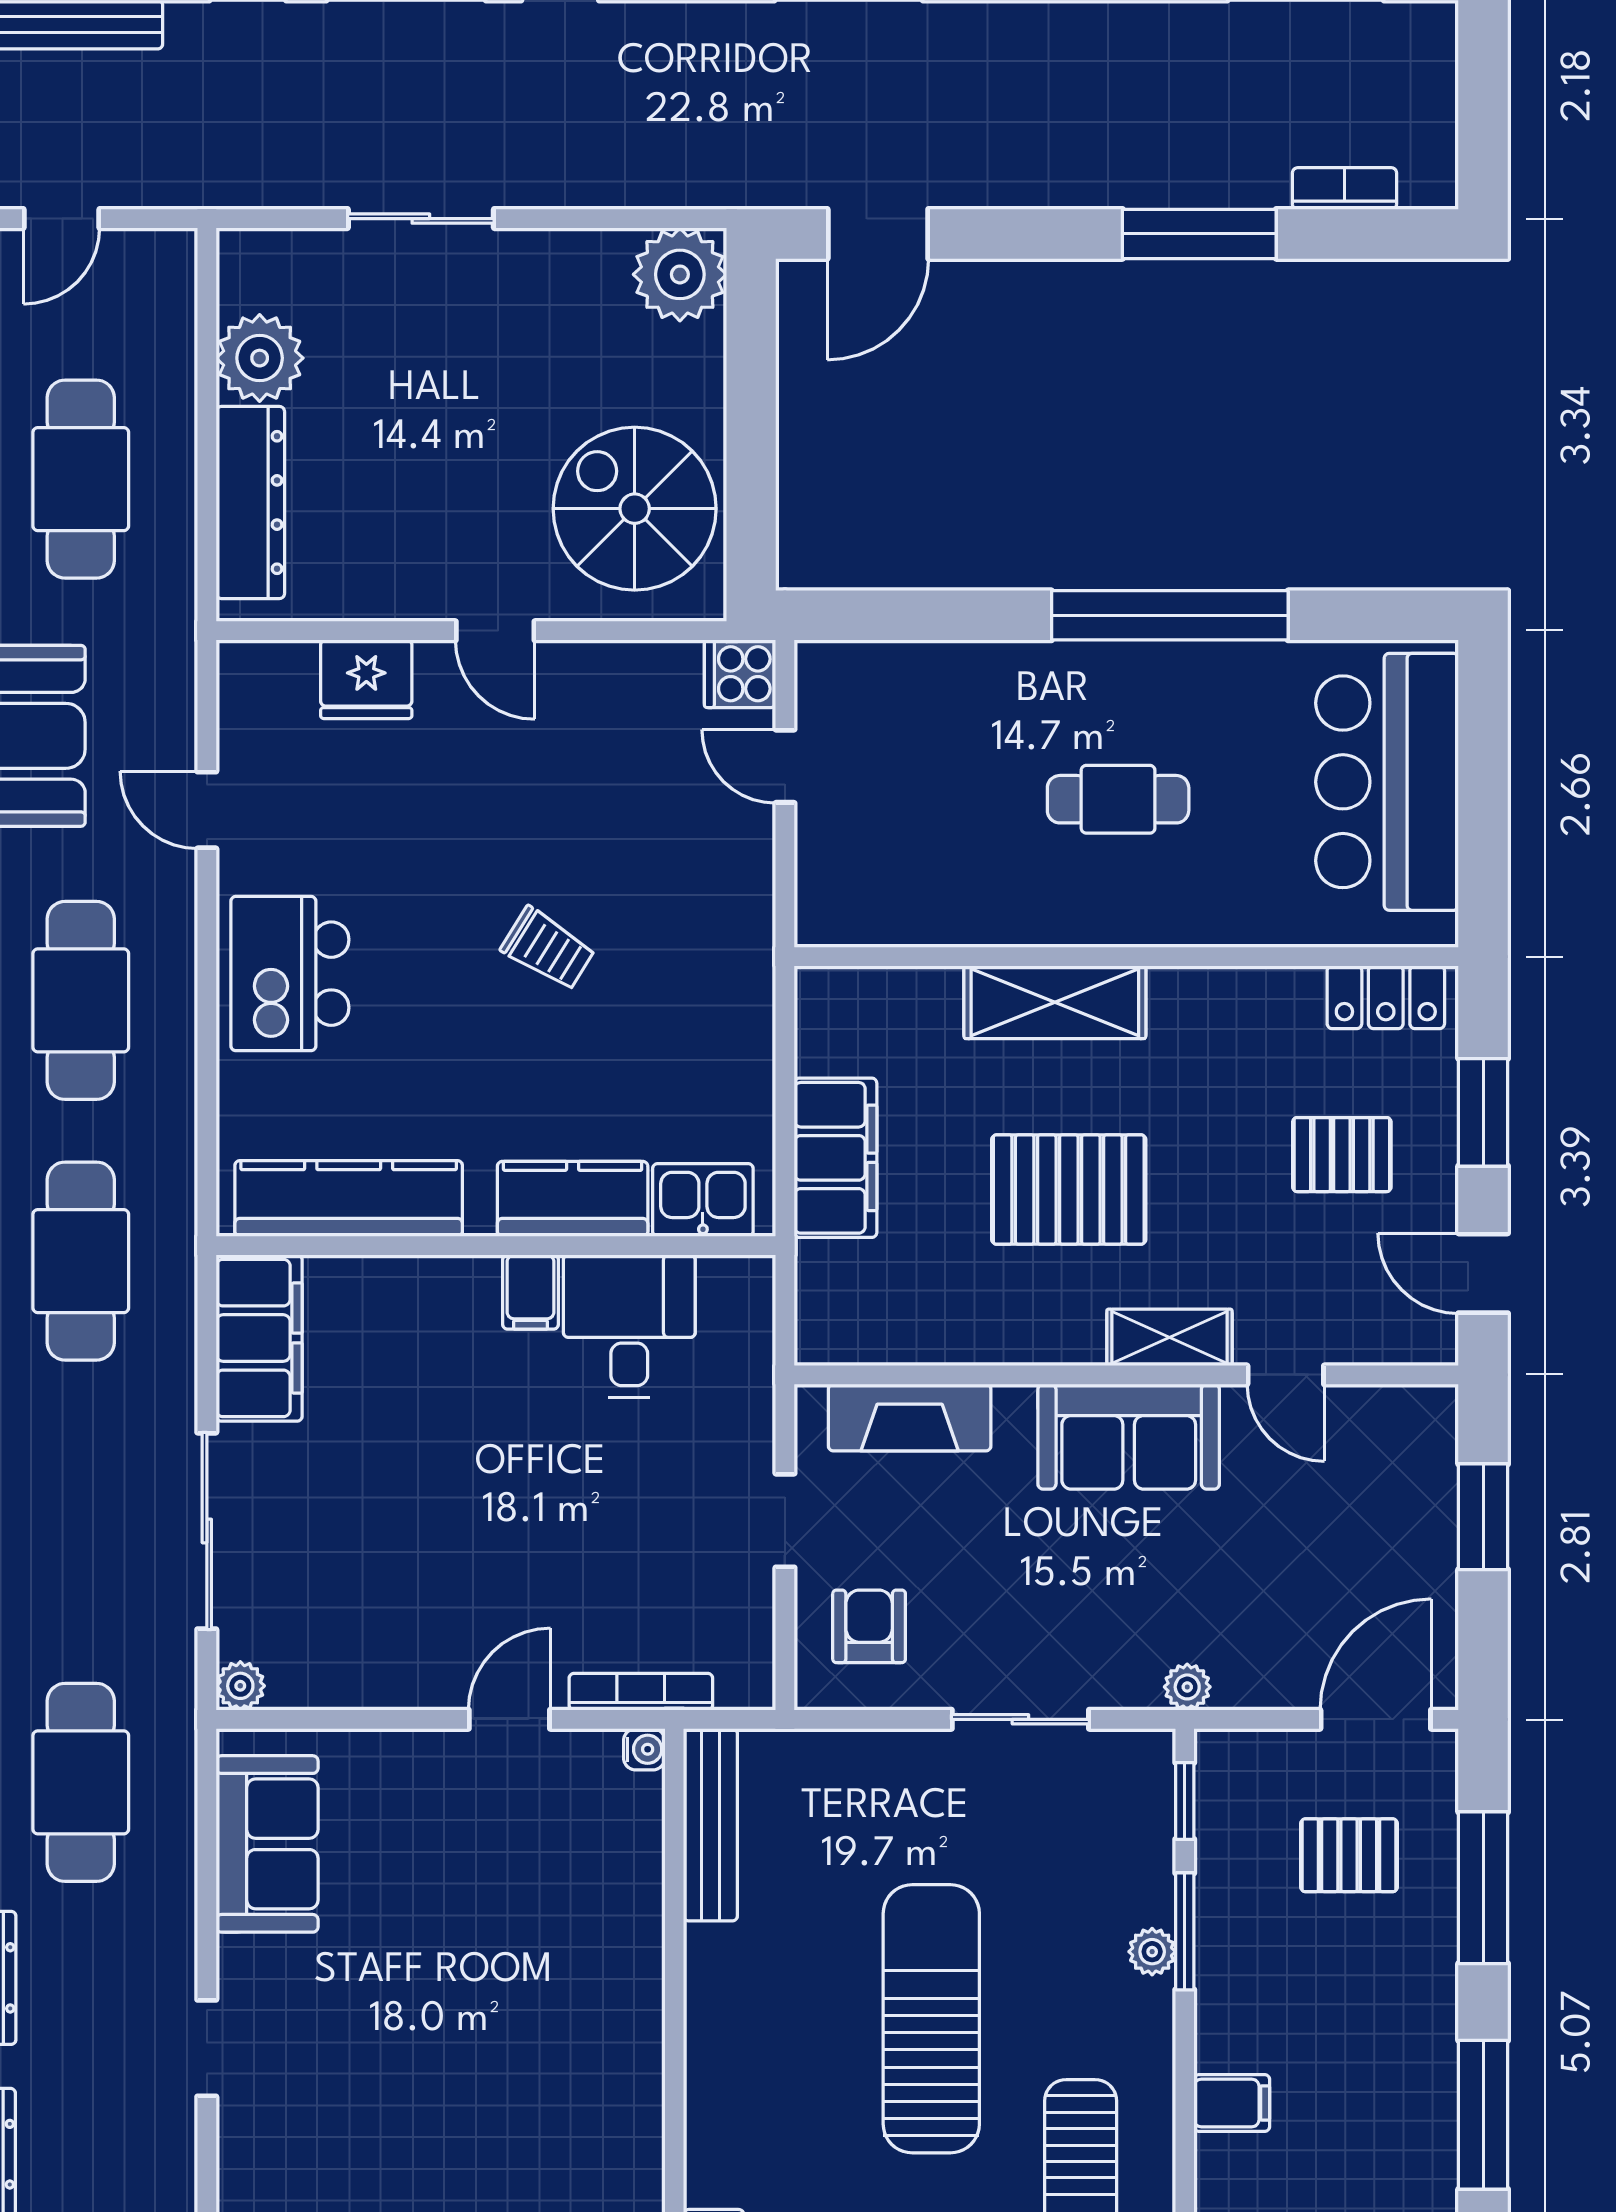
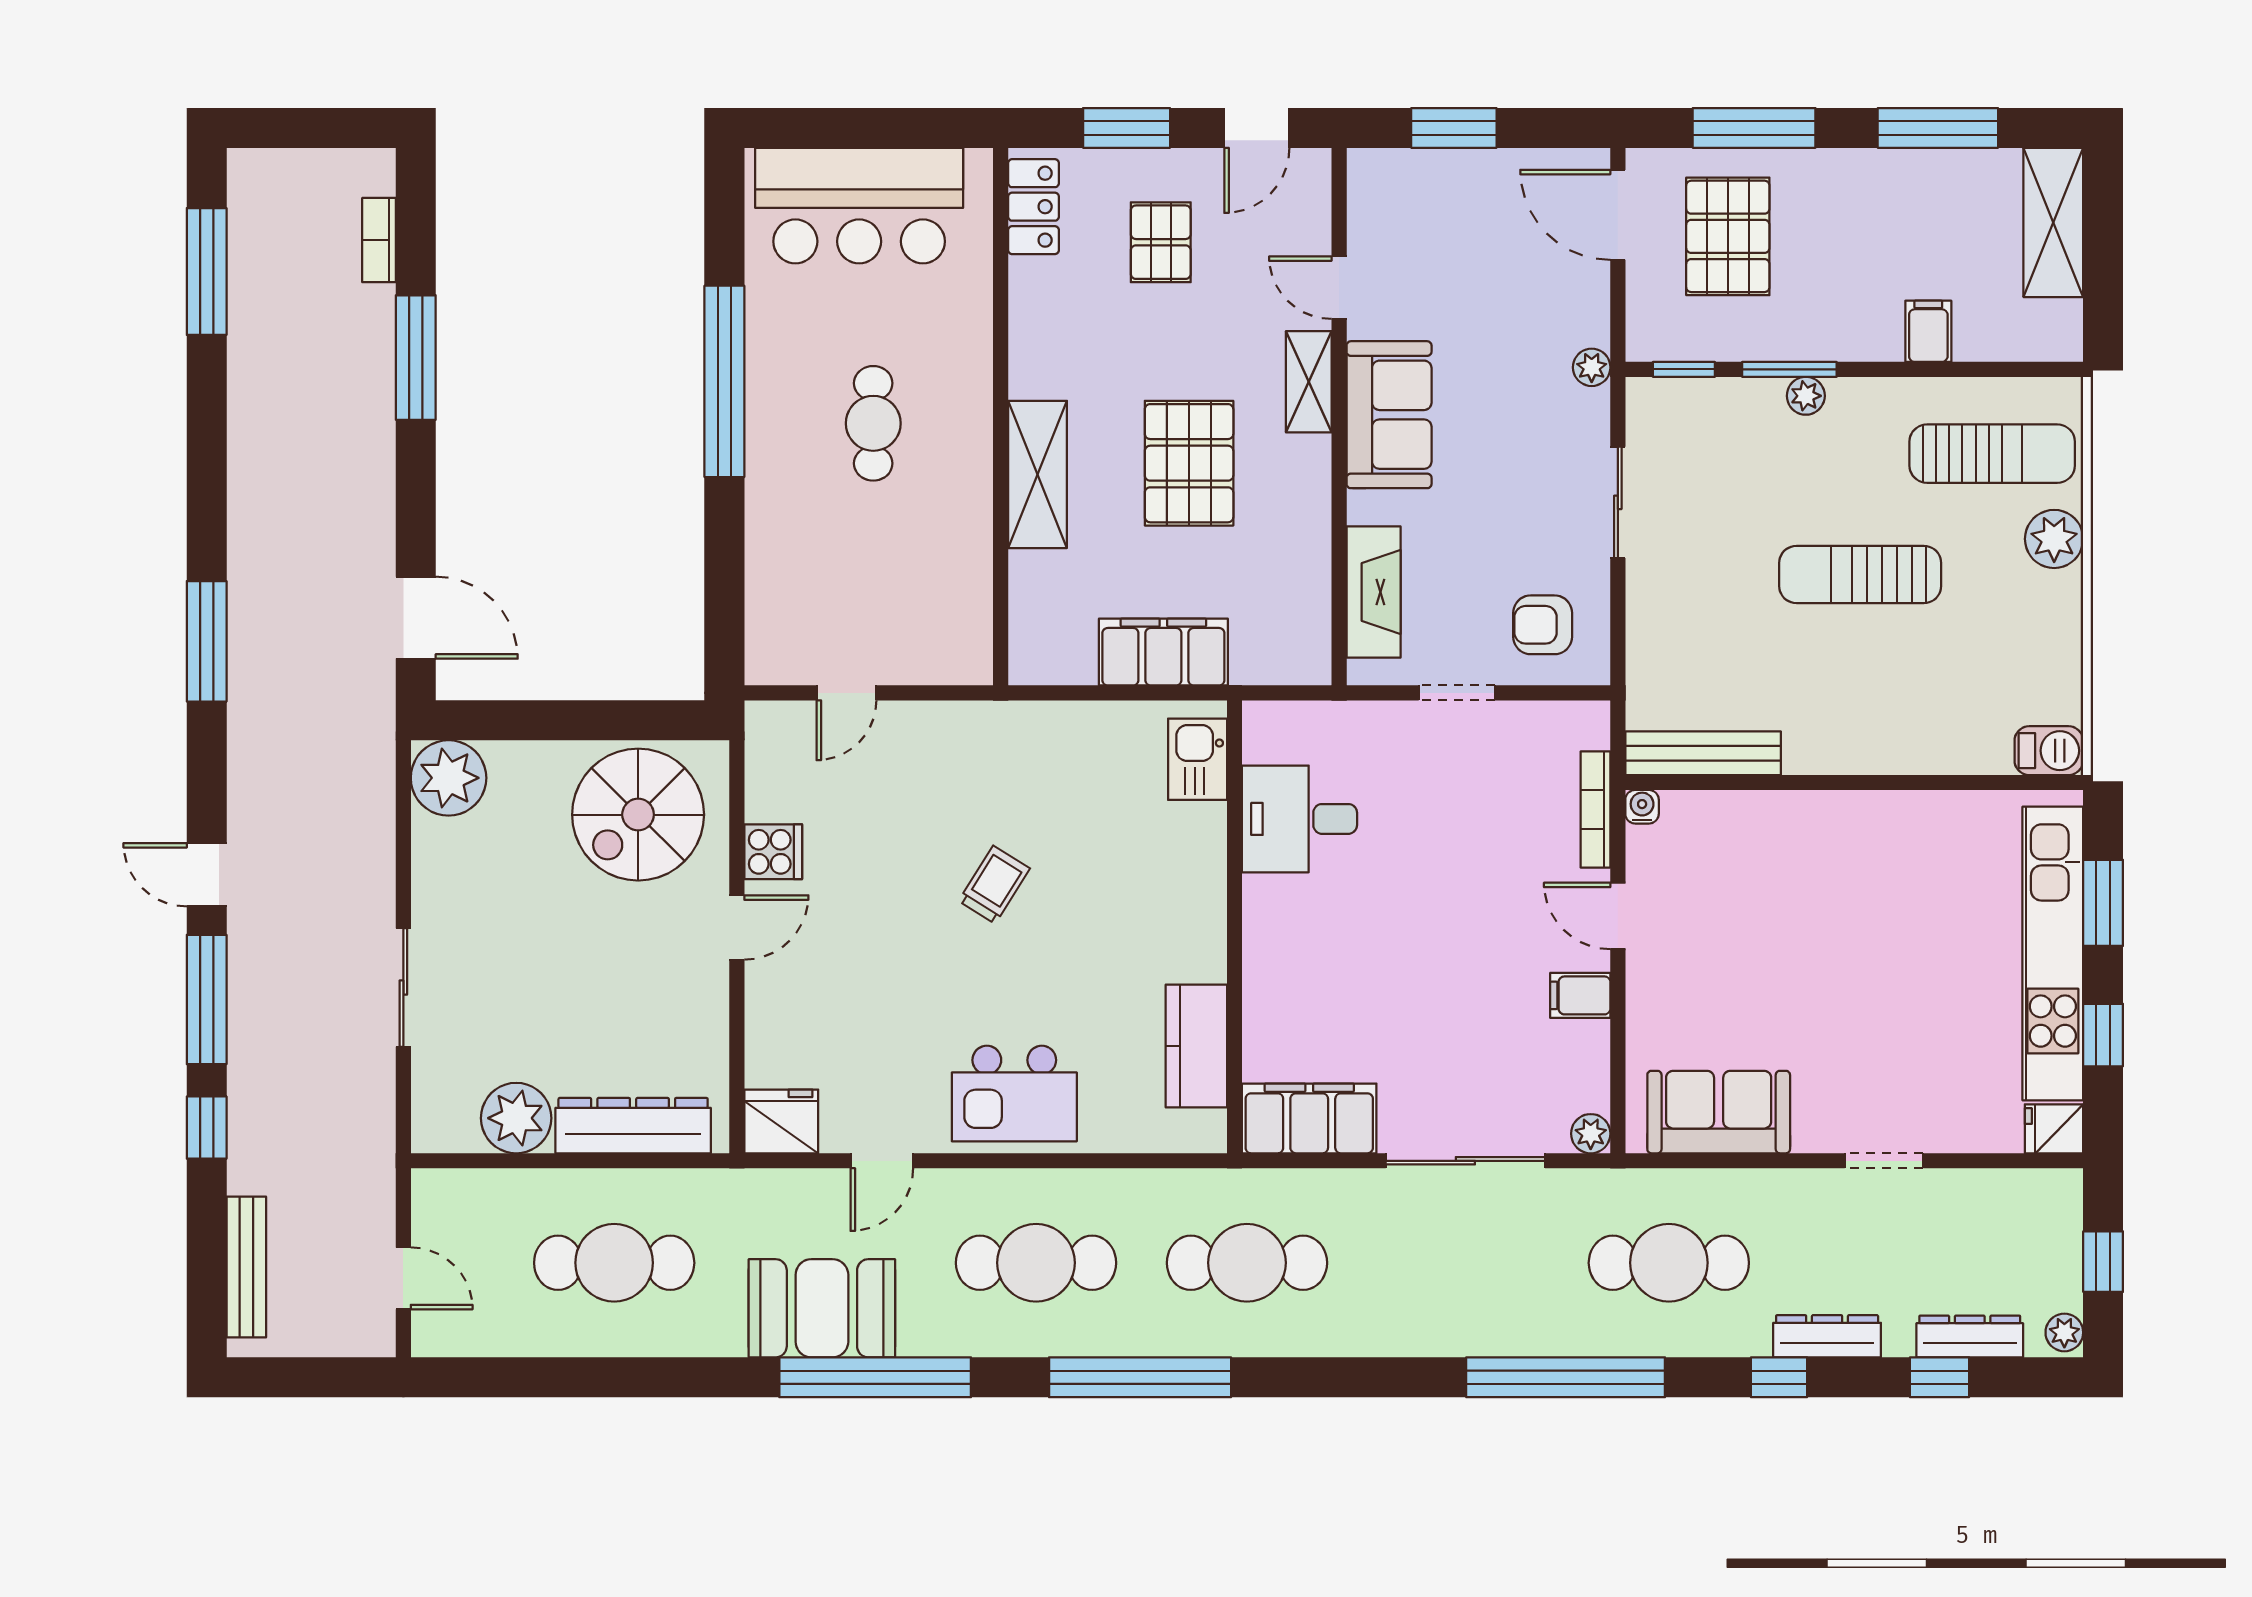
cooker: (740, 674) -> (773, 852), moved, turned -90
fridge: (366, 679) -> (781, 1121), moved, turned -90
kitchen counter: (349, 1199) -> (1196, 1046), width x0.67
kitchen counter: (573, 1199) -> (1197, 865), removed
filing cabinet: (531, 1292) -> (1580, 995), moved, turned 180
door: (1286, 1375) -> (1339, 288), swing flipped
pallet: (1349, 1855) -> (1728, 236), width x1.50, depth x1.42
sun lounger: (931, 2019) -> (1860, 574), width x0.73, depth x0.75

